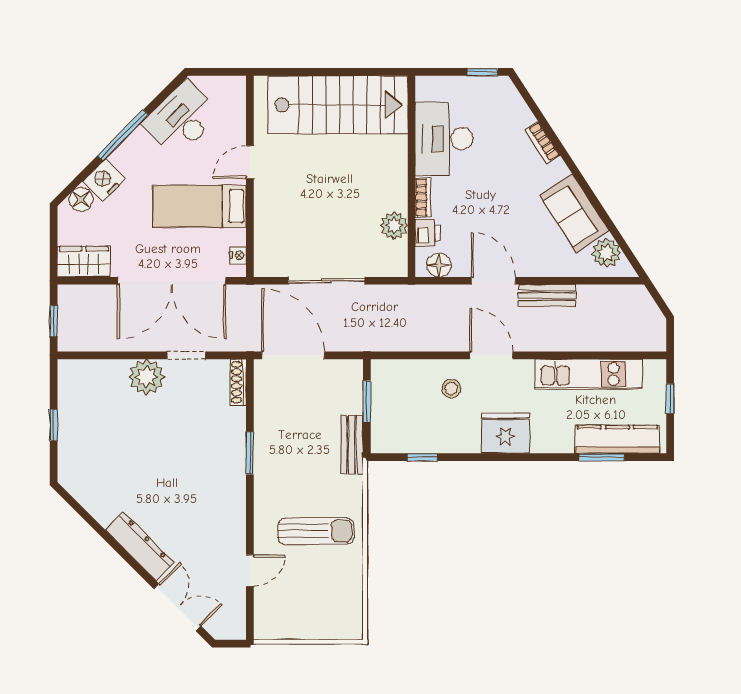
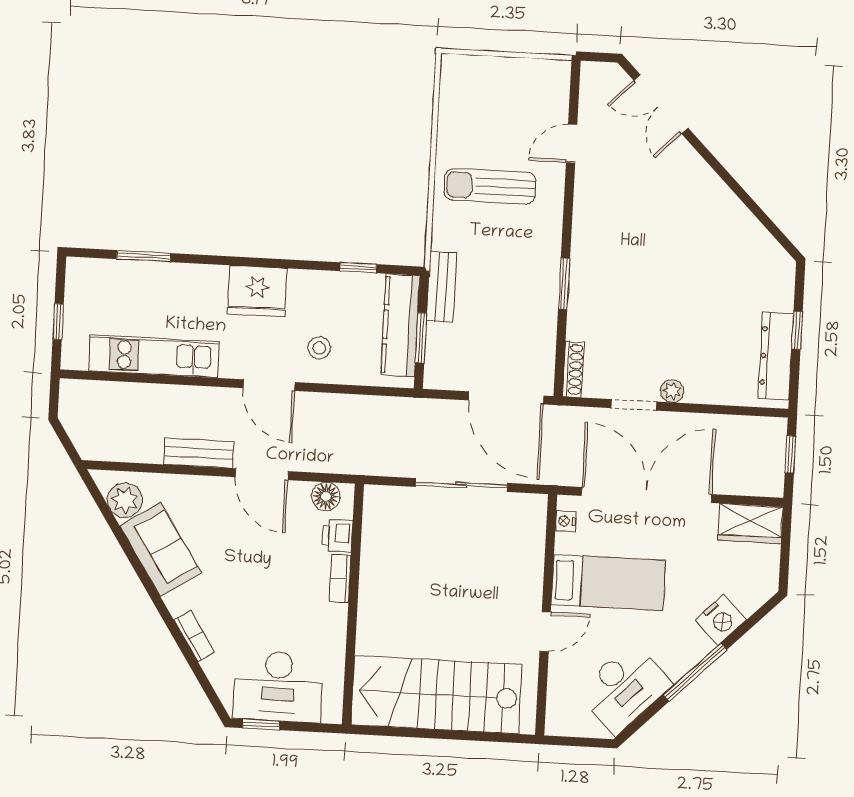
desk: (444, 139) -> (278, 686), moved, turned 90
floor lamp: (81, 199) -> (750, 598), removed
plant: (394, 226) -> (377, 547), removed
plant: (147, 377) -> (672, 391), width x0.53, depth x0.53
kitchen counter: (617, 439) -> (400, 325), moved, turned 90
dresser: (140, 546) -> (776, 356), moved, turned 45

